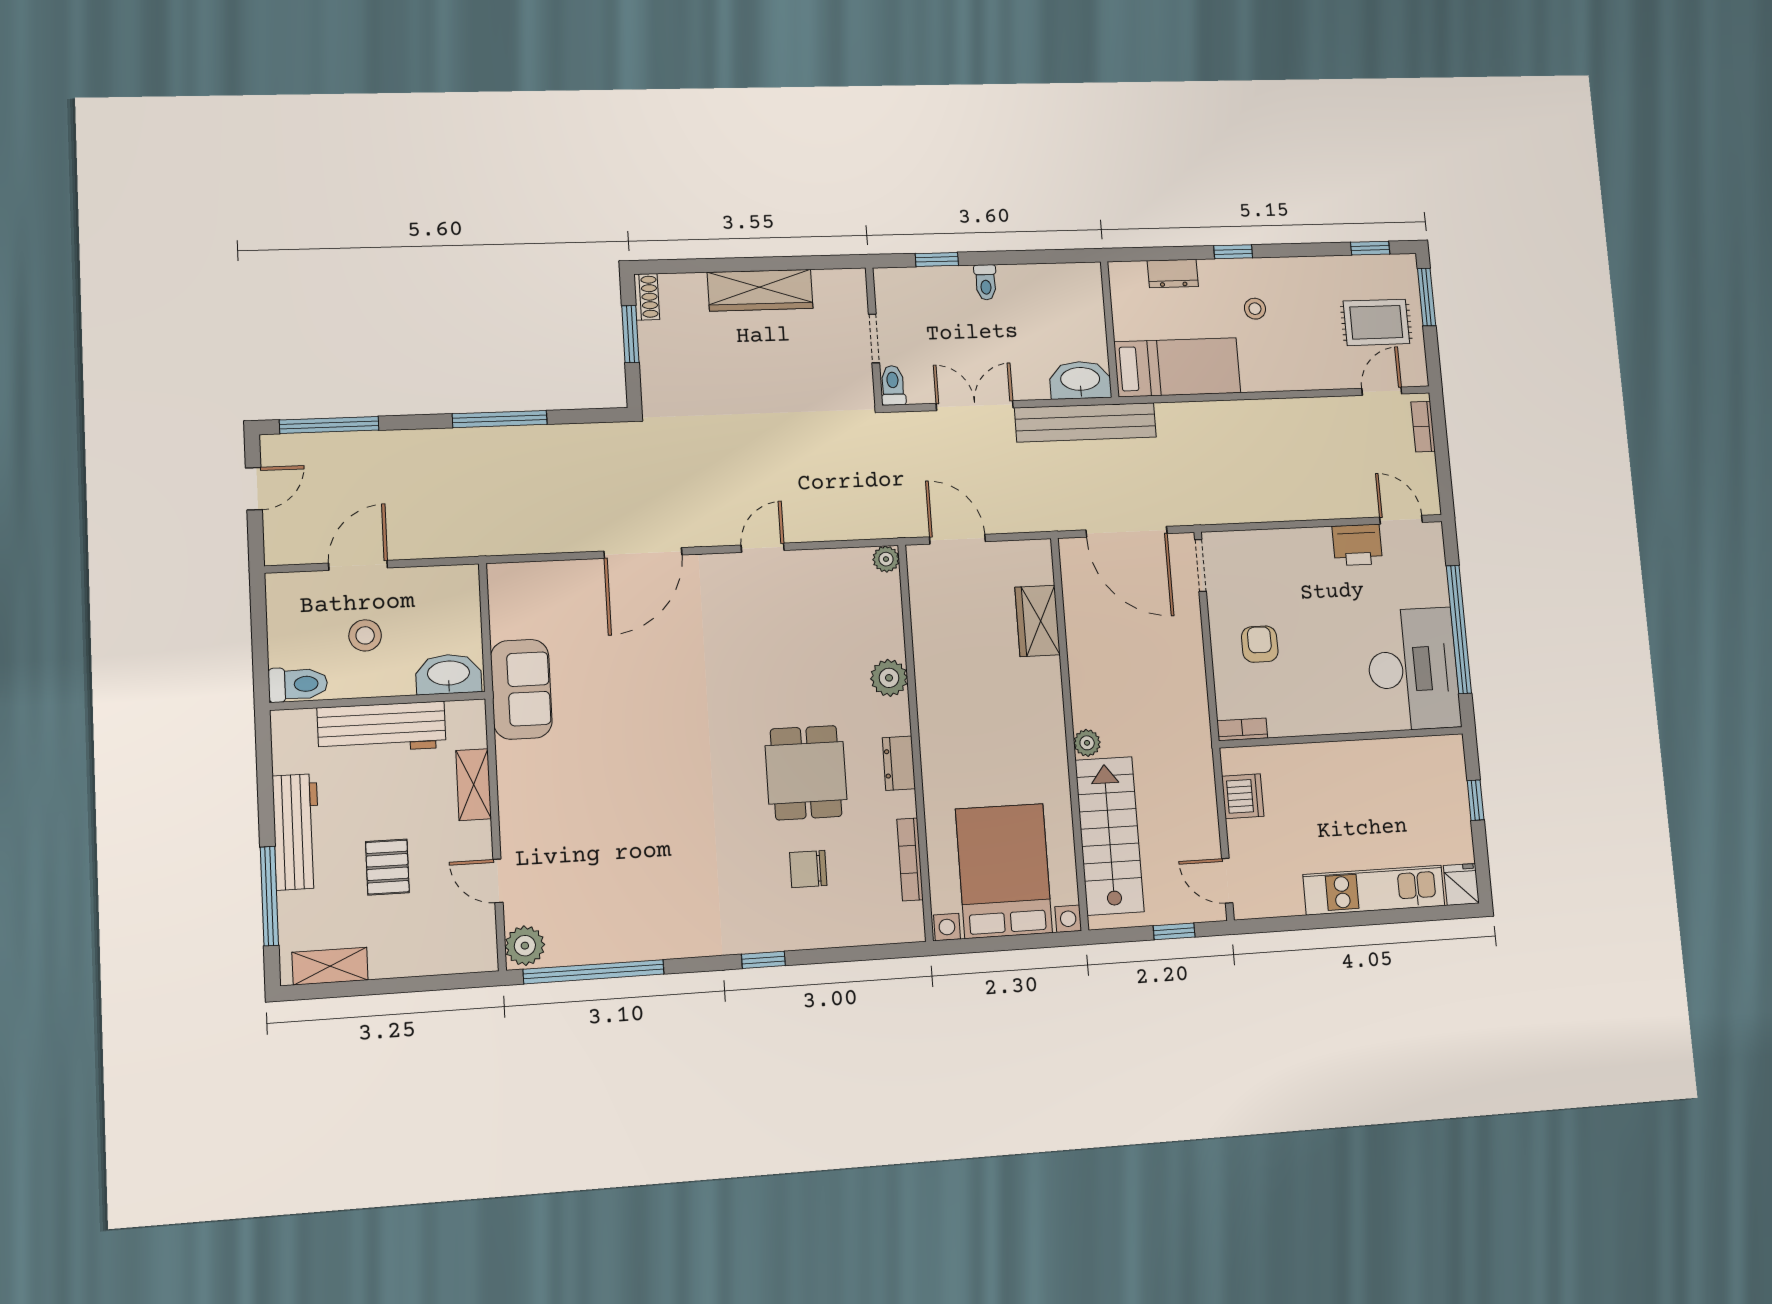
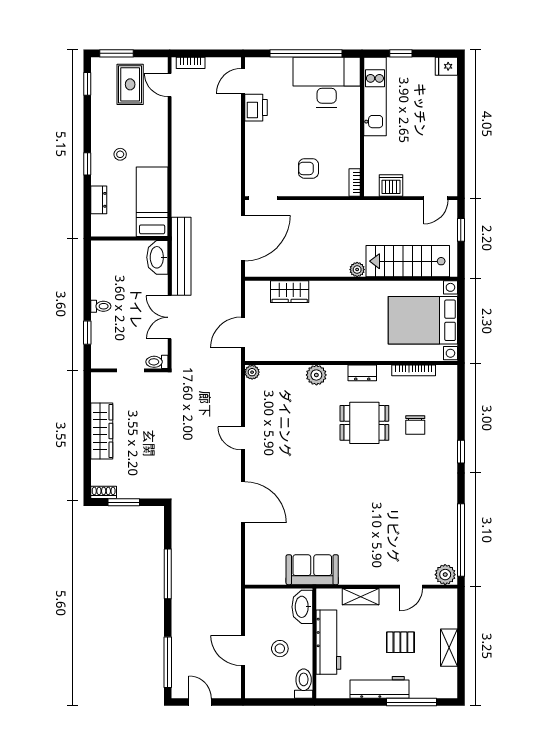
kitchen unit: (1374, 890) -> (375, 96), moved, turned 180
shelving: (330, 966) -> (449, 648), moved

